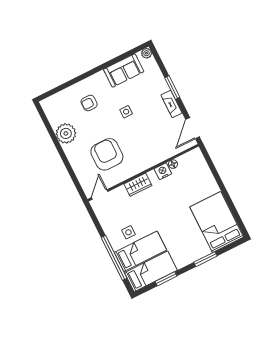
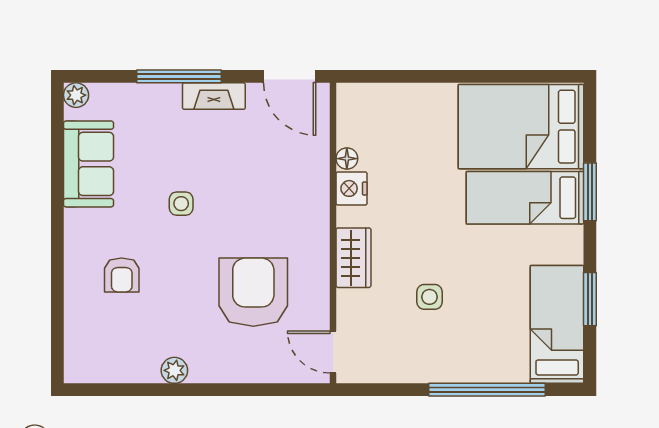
window: (172, 88) -> (179, 76), width x1.44
plant: (66, 133) -> (174, 370), width x0.53, depth x0.53
armchair: (107, 154) -> (253, 292), turned 90
side table: (128, 232) -> (429, 297), moved
bed: (140, 251) -> (525, 198), moved, turned -90

